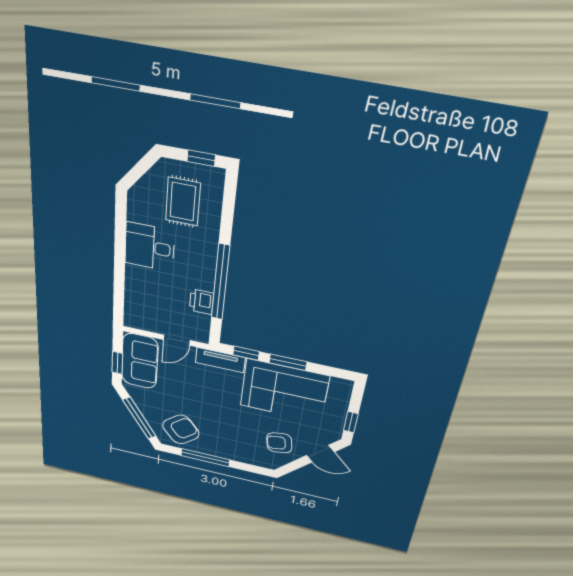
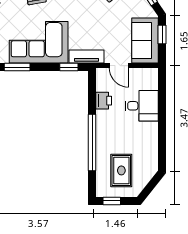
desk: (149, 247) -> (142, 106), moved
window: (220, 282) -> (92, 142), moved
door: (177, 340) -> (119, 66), swing flipped
window: (288, 362) -> (17, 67), moved

